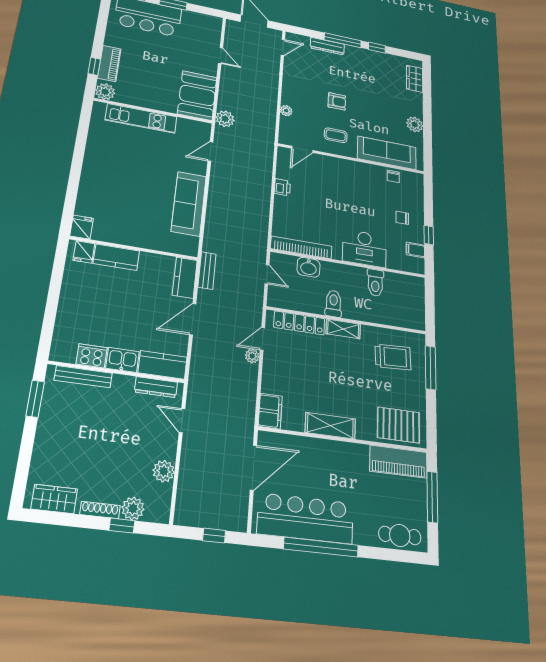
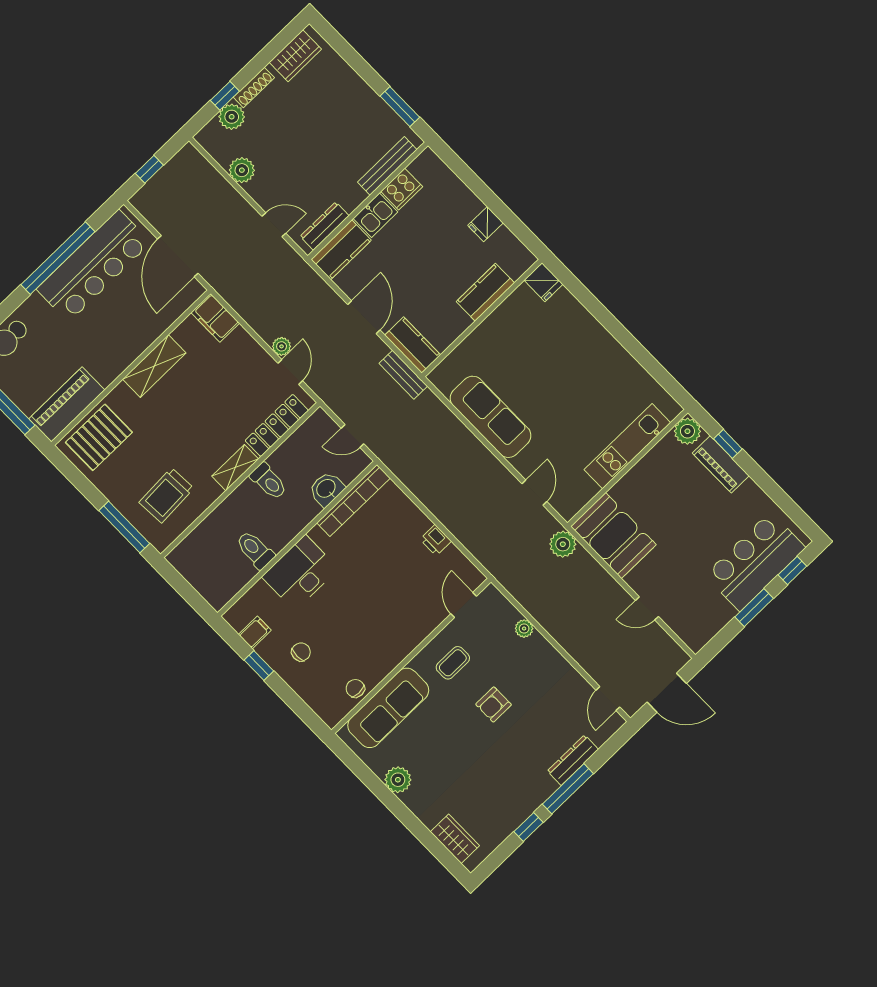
fridge: (84, 252) -> (485, 224), moved, turned -90

